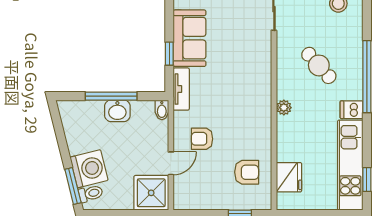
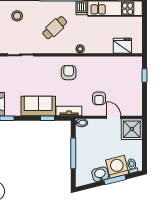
washbasin: (117, 111) -> (100, 174), moved, turned -104
armchair: (247, 172) -> (69, 73), moved
window: (73, 186) -> (115, 180), moved

